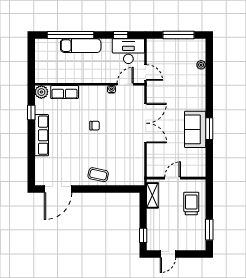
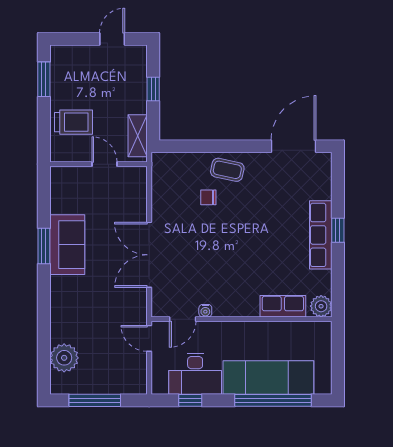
exam couch: (81, 46) -> (268, 378), width x1.36, depth x1.45
desk: (128, 51) -> (195, 374), moved
plant: (201, 65) -> (64, 358), width x1.88, depth x1.88
window: (31, 113) -> (338, 230), moved
chair: (95, 126) -> (208, 197), moved
door: (173, 178) -> (104, 164), swing flipped
trolley: (191, 204) -> (74, 122), turned -90
window: (143, 235) -> (153, 89), moved

